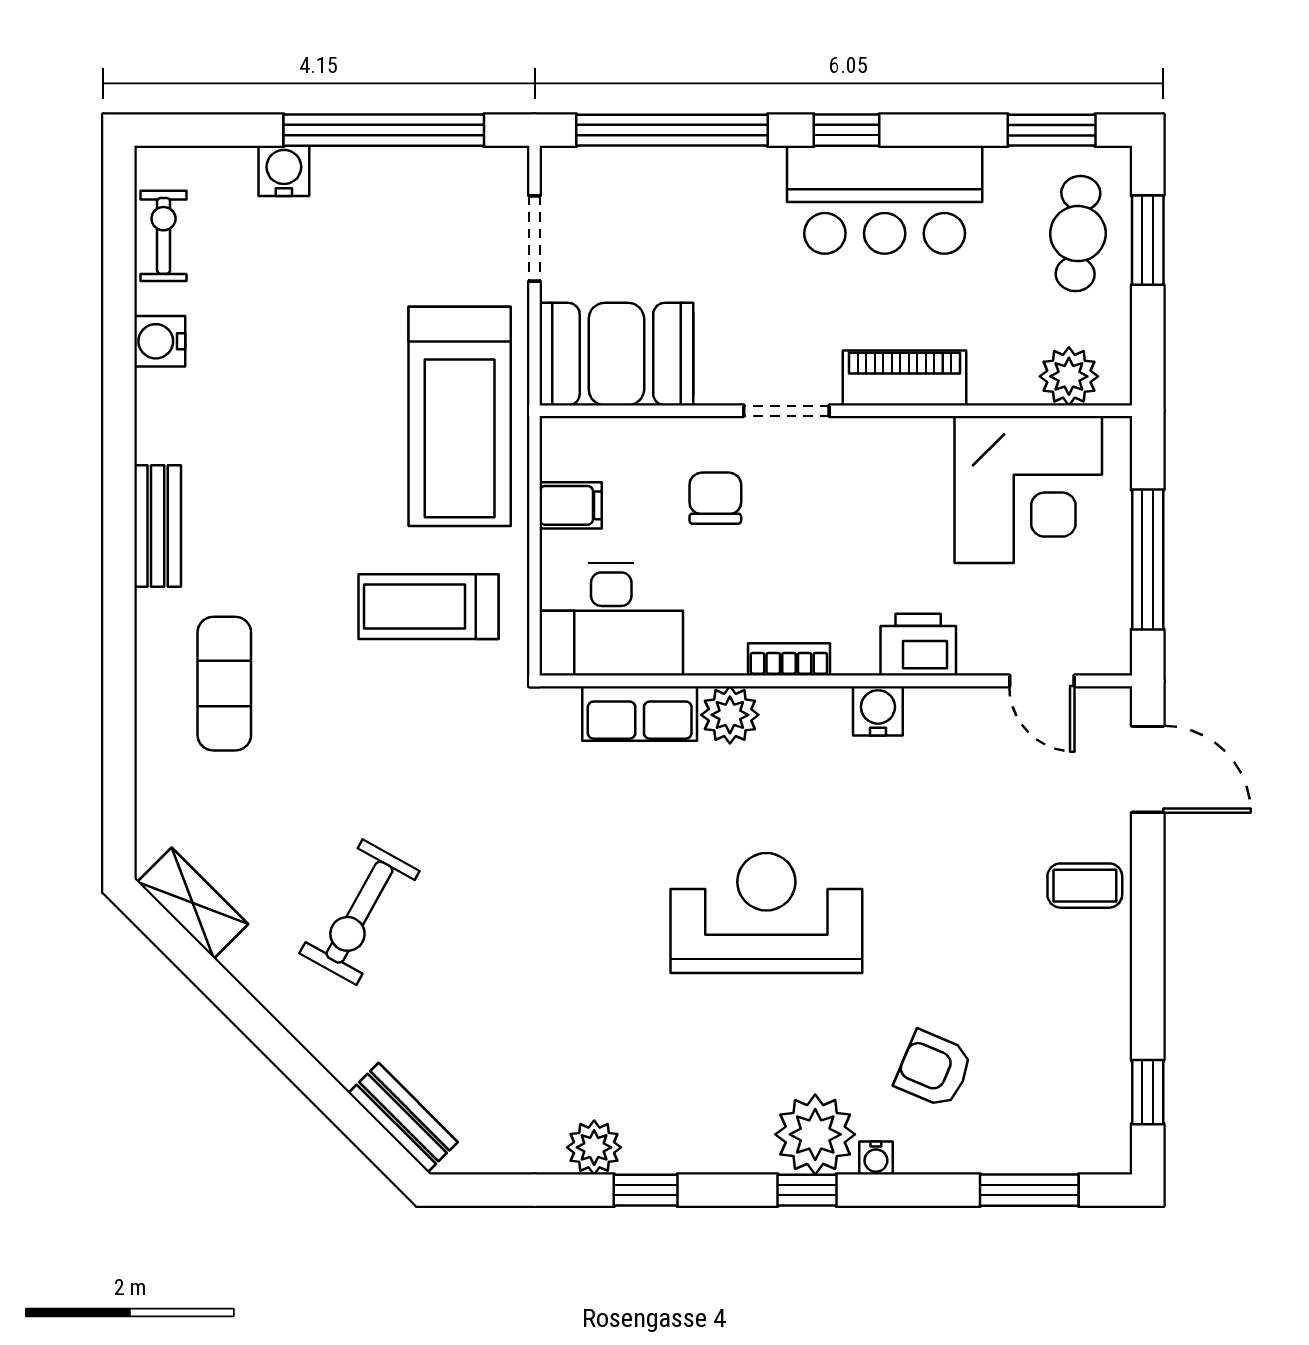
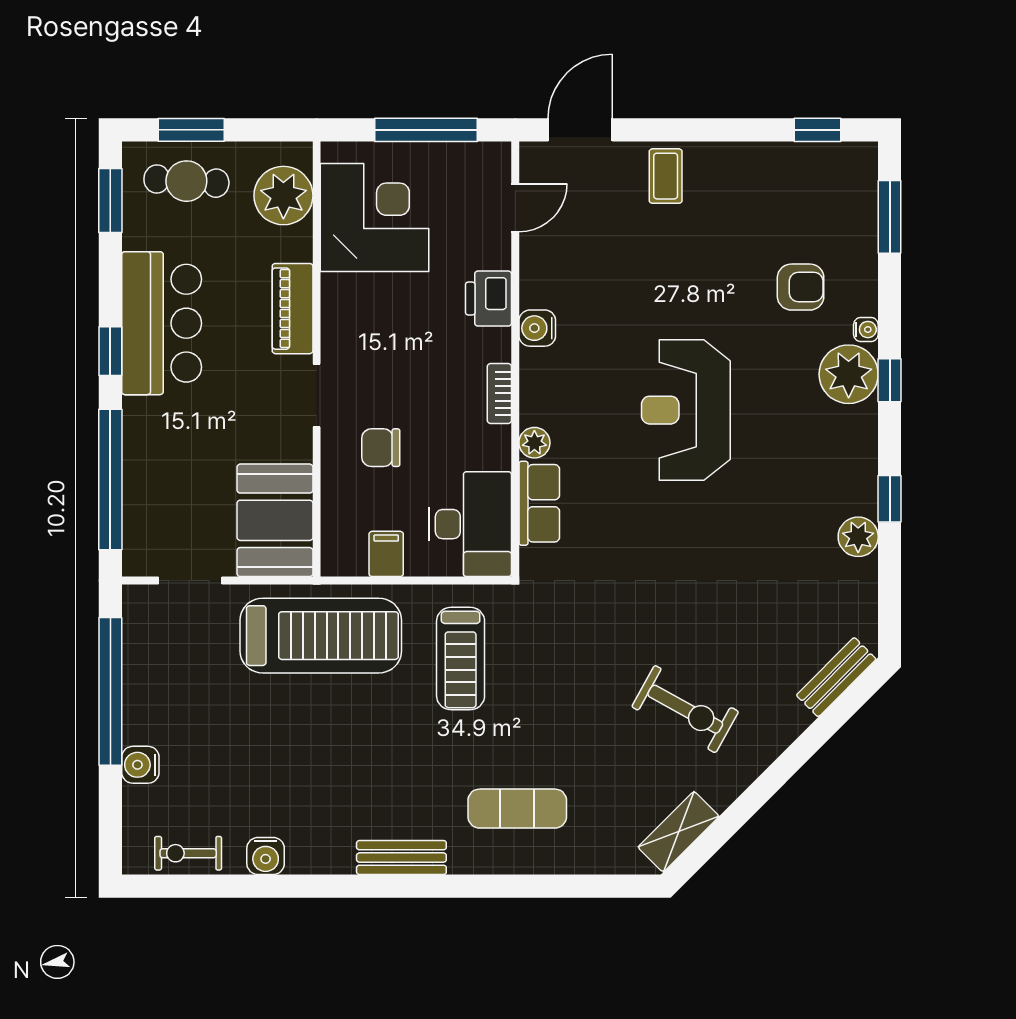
plant: (1069, 376) -> (283, 196), width x1.36, depth x1.36
plant: (730, 715) -> (534, 443), width x0.73, depth x0.73
armchair: (934, 1069) -> (801, 287), turned -113

